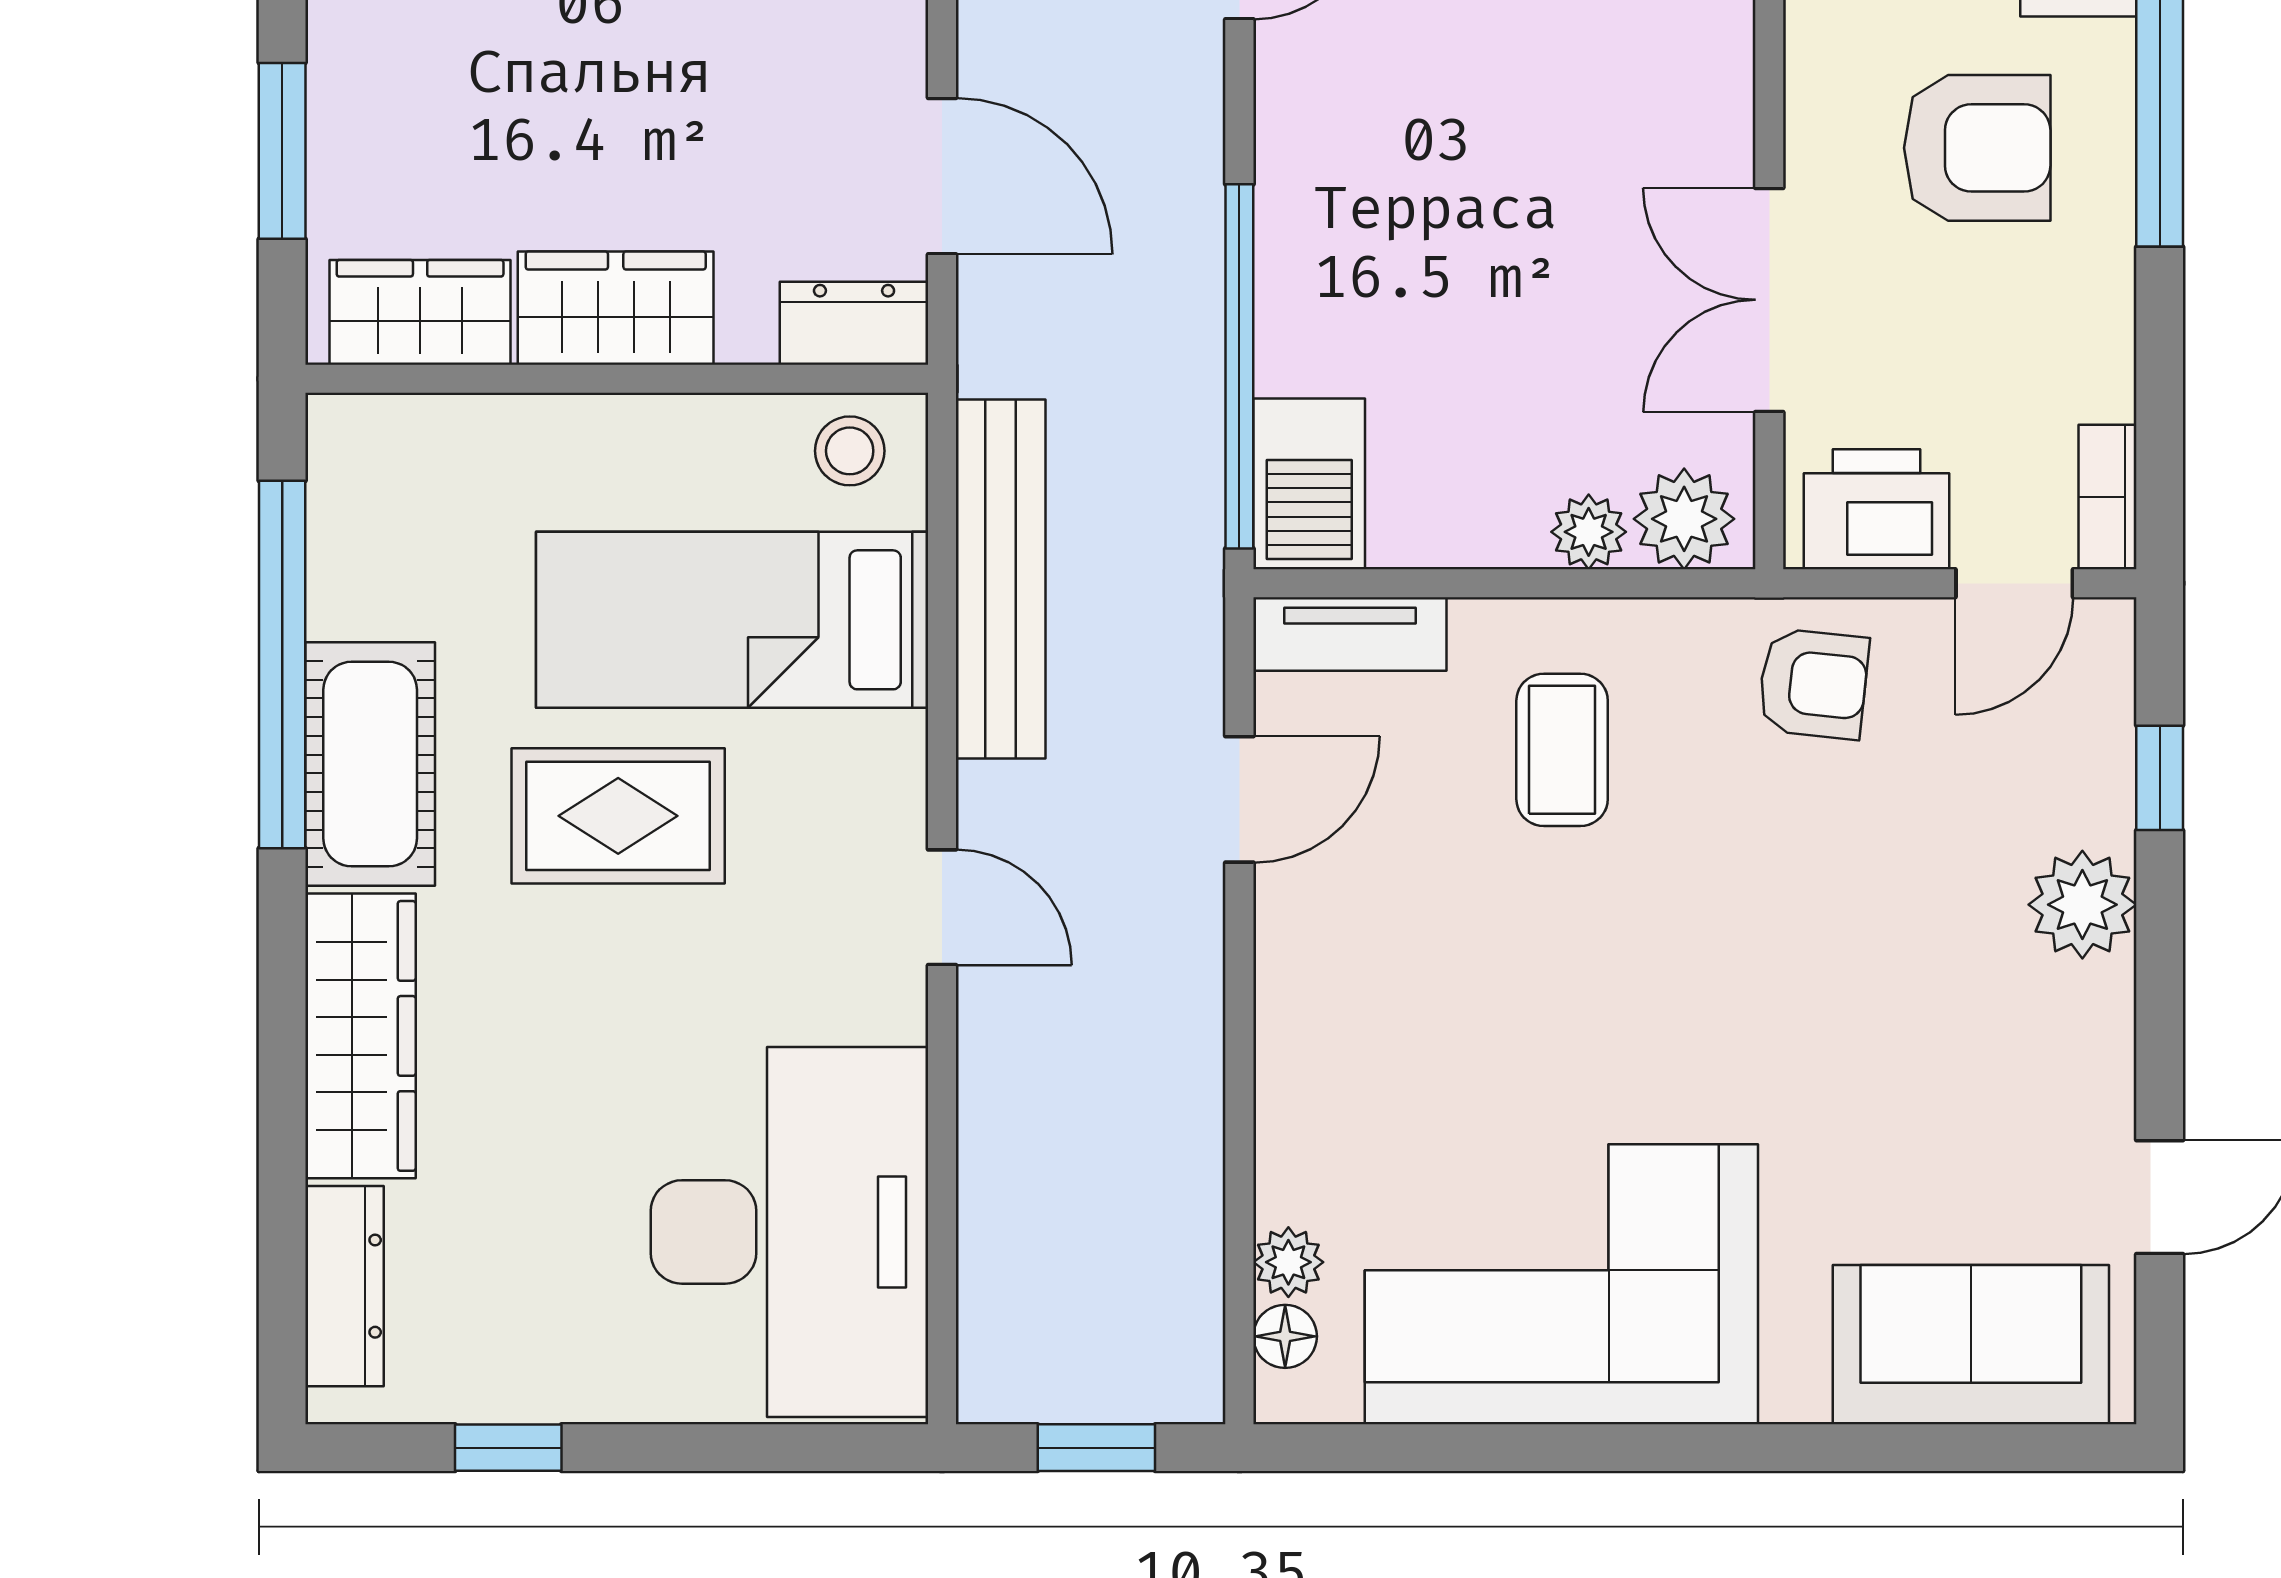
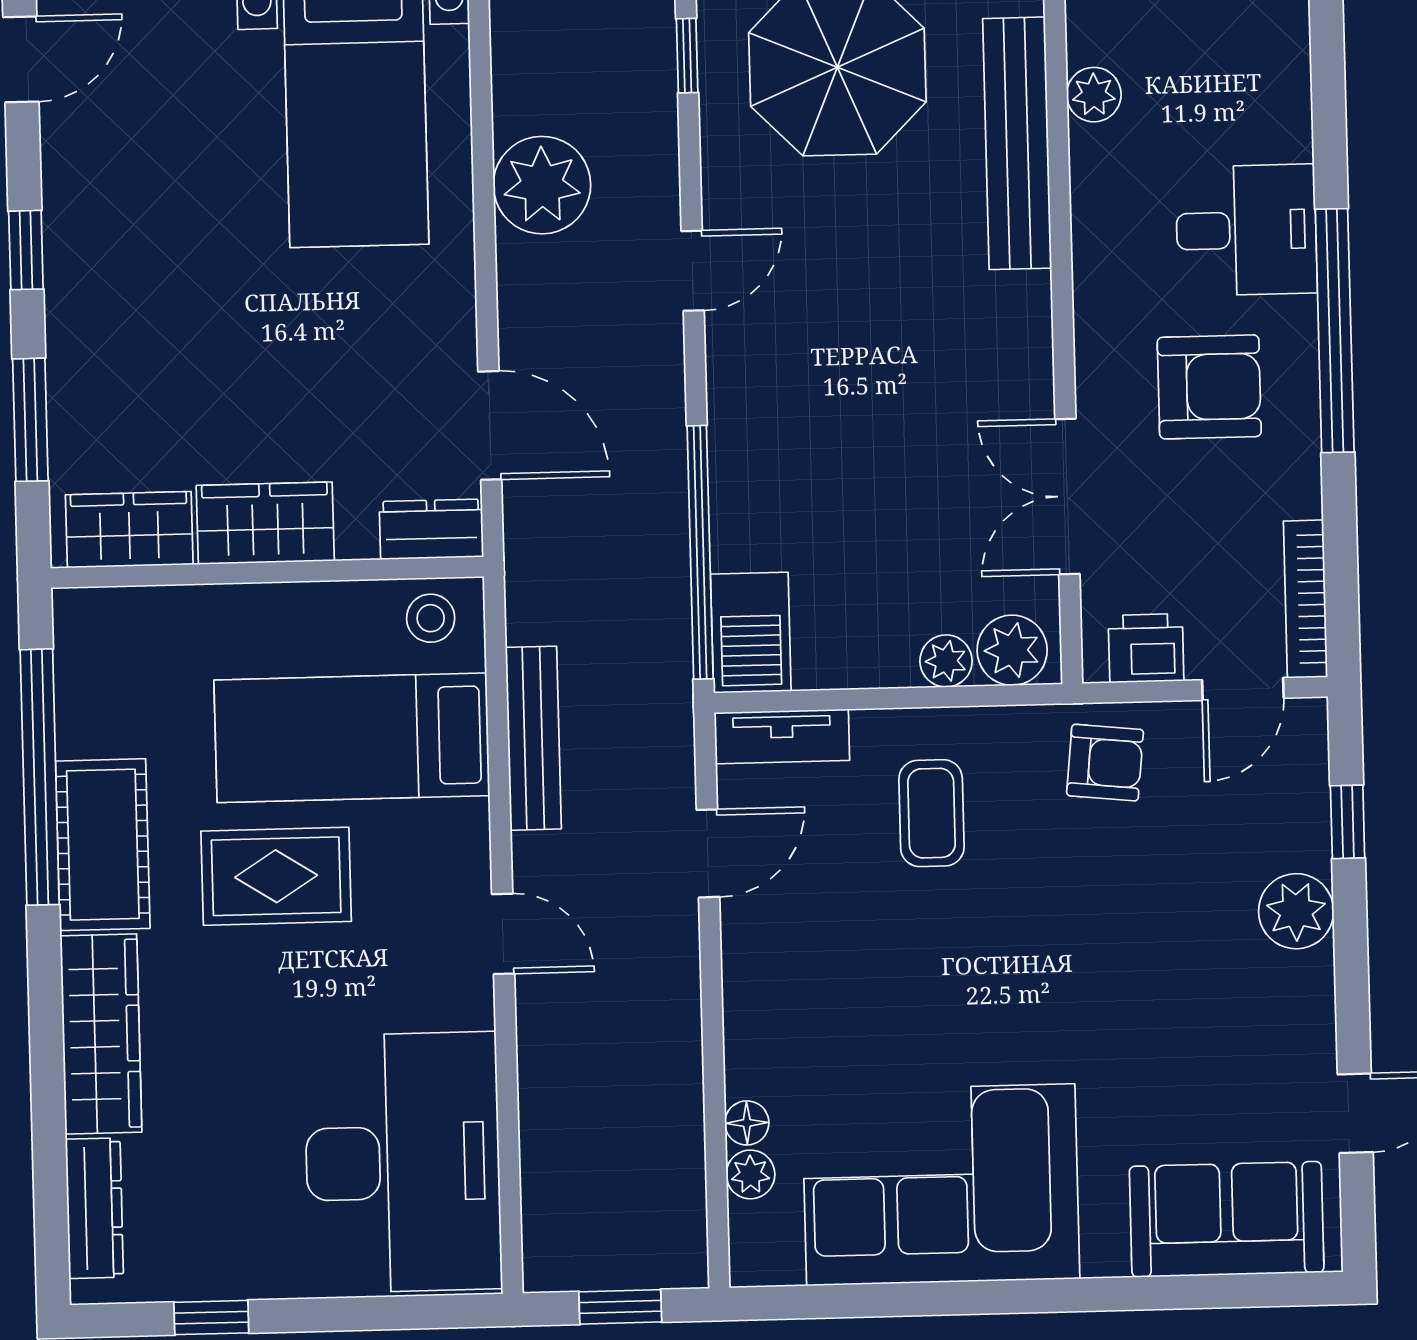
bookcase: (2107, 497) -> (1305, 599), width x1.56
printer: (1877, 509) -> (1146, 648), width x0.73, depth x0.81
bench: (1001, 579) -> (533, 738), width x0.73, depth x0.82
floor lamp: (1285, 1336) -> (747, 1123), moved

